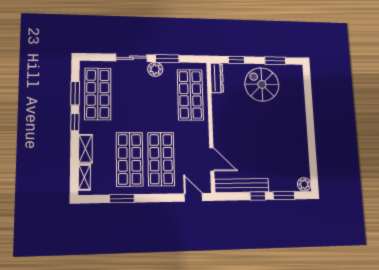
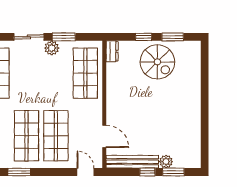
window: (236, 60) -> (144, 37), moved
dresser: (217, 78) -> (112, 51), width x0.70
spiral stairs: (262, 84) -> (157, 62), turned 180
plant: (304, 184) -> (166, 162), moved

